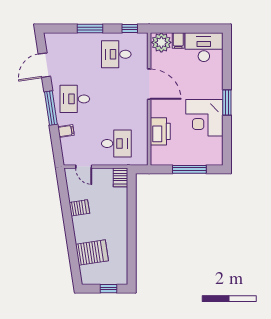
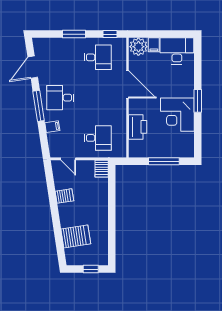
desk: (116, 54) -> (98, 57), turned 180

